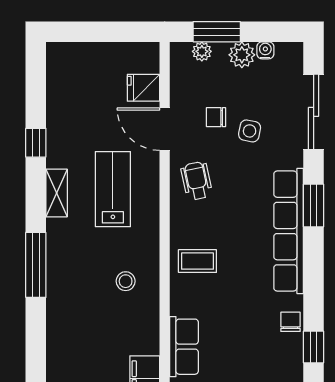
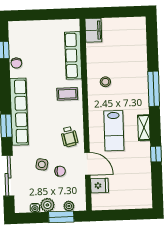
row of seats: (184, 347) -> (73, 55), width x1.48

